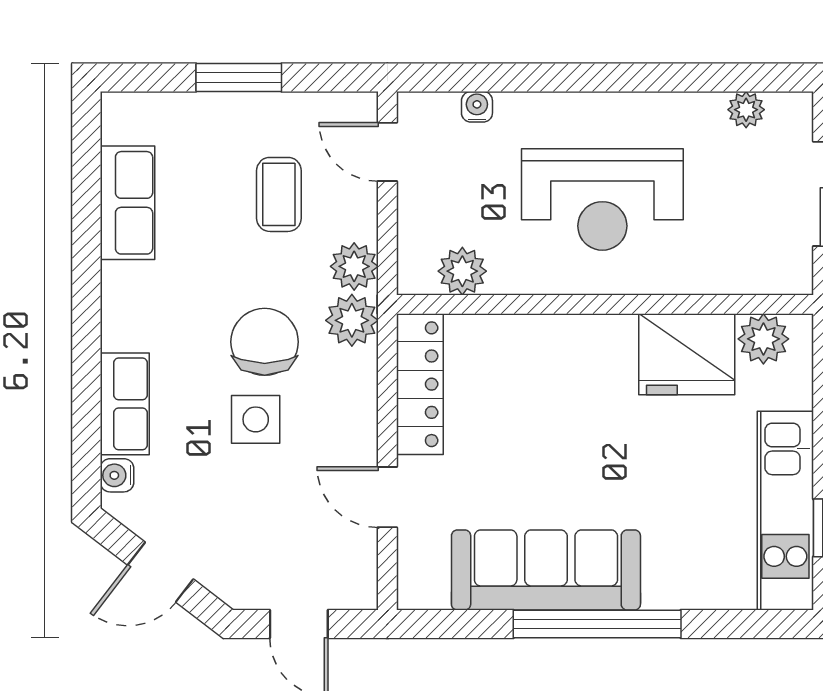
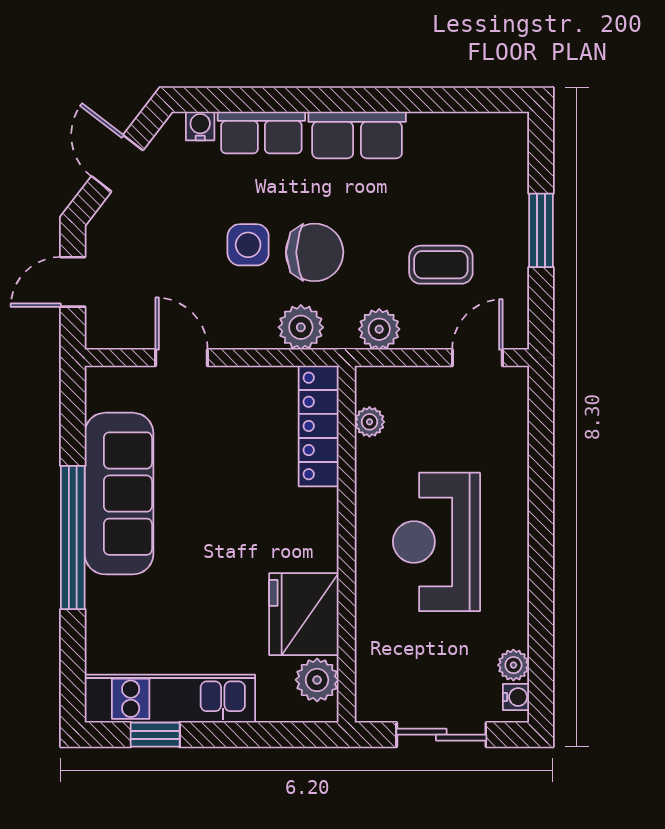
water cooler: (477, 107) -> (516, 697), moved
row of seats: (127, 203) -> (357, 135), moved
plant: (462, 271) -> (369, 422), width x0.73, depth x0.73
plant: (352, 320) -> (301, 327), moved
locker: (420, 384) -> (319, 426), moved, turned 90
door: (387, 497) -> (182, 358), hinge flipped

